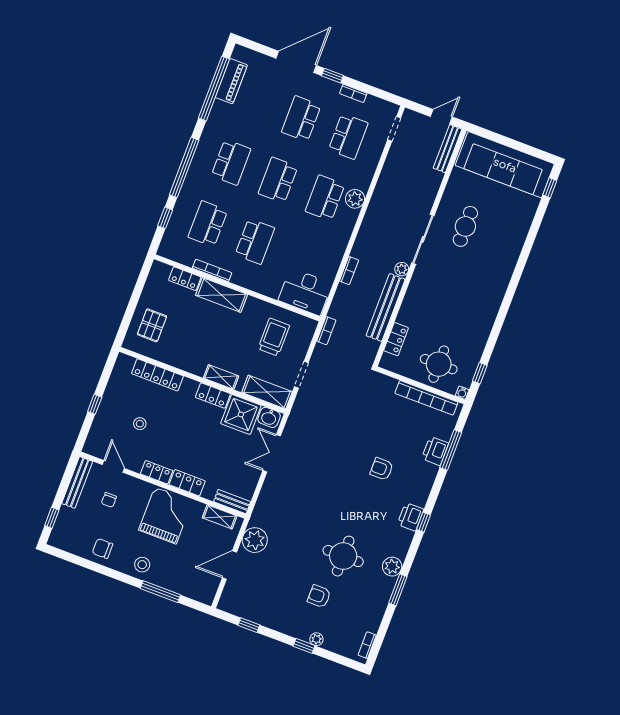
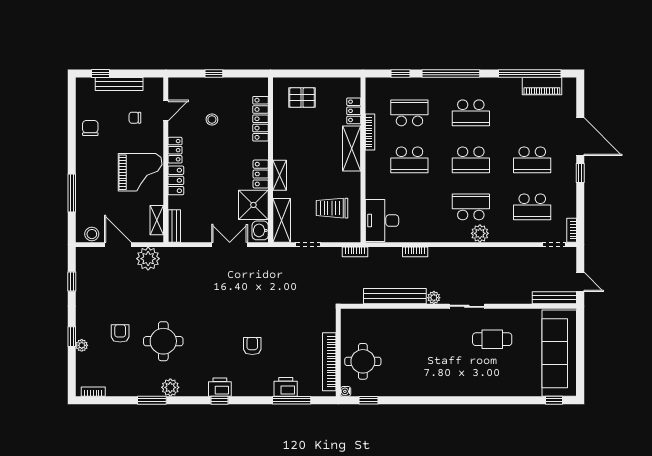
bookcase: (353, 93) -> (572, 230), moved
school desk: (301, 119) -> (532, 160), turned 180
school desk: (278, 180) -> (471, 160), turned 180
sliding door: (423, 239) -> (467, 306), width x0.73
trolley: (274, 337) -> (332, 208), turned 180
locker: (396, 339) -> (371, 316), removed
bench: (77, 482) -> (119, 84), moved
stool: (142, 565) -> (92, 234), moved

